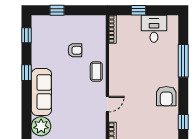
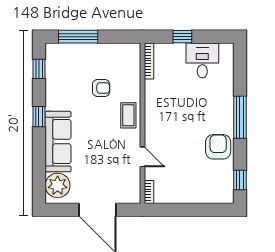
window: (57, 10) -> (78, 37), width x2.17
window: (183, 61) -> (240, 117), moved
armchair: (166, 96) -> (218, 147), turned 180
door: (107, 104) -> (143, 157), hinge flipped

